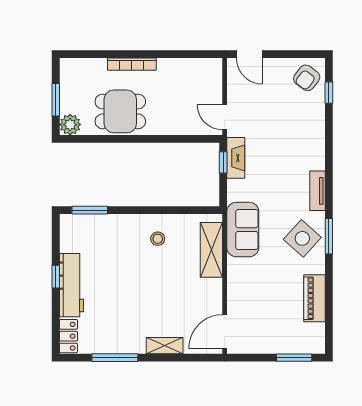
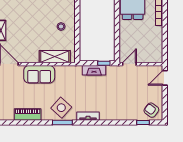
fireplace: (236, 158) -> (94, 70), moved
sofa: (243, 230) -> (39, 74), moved

